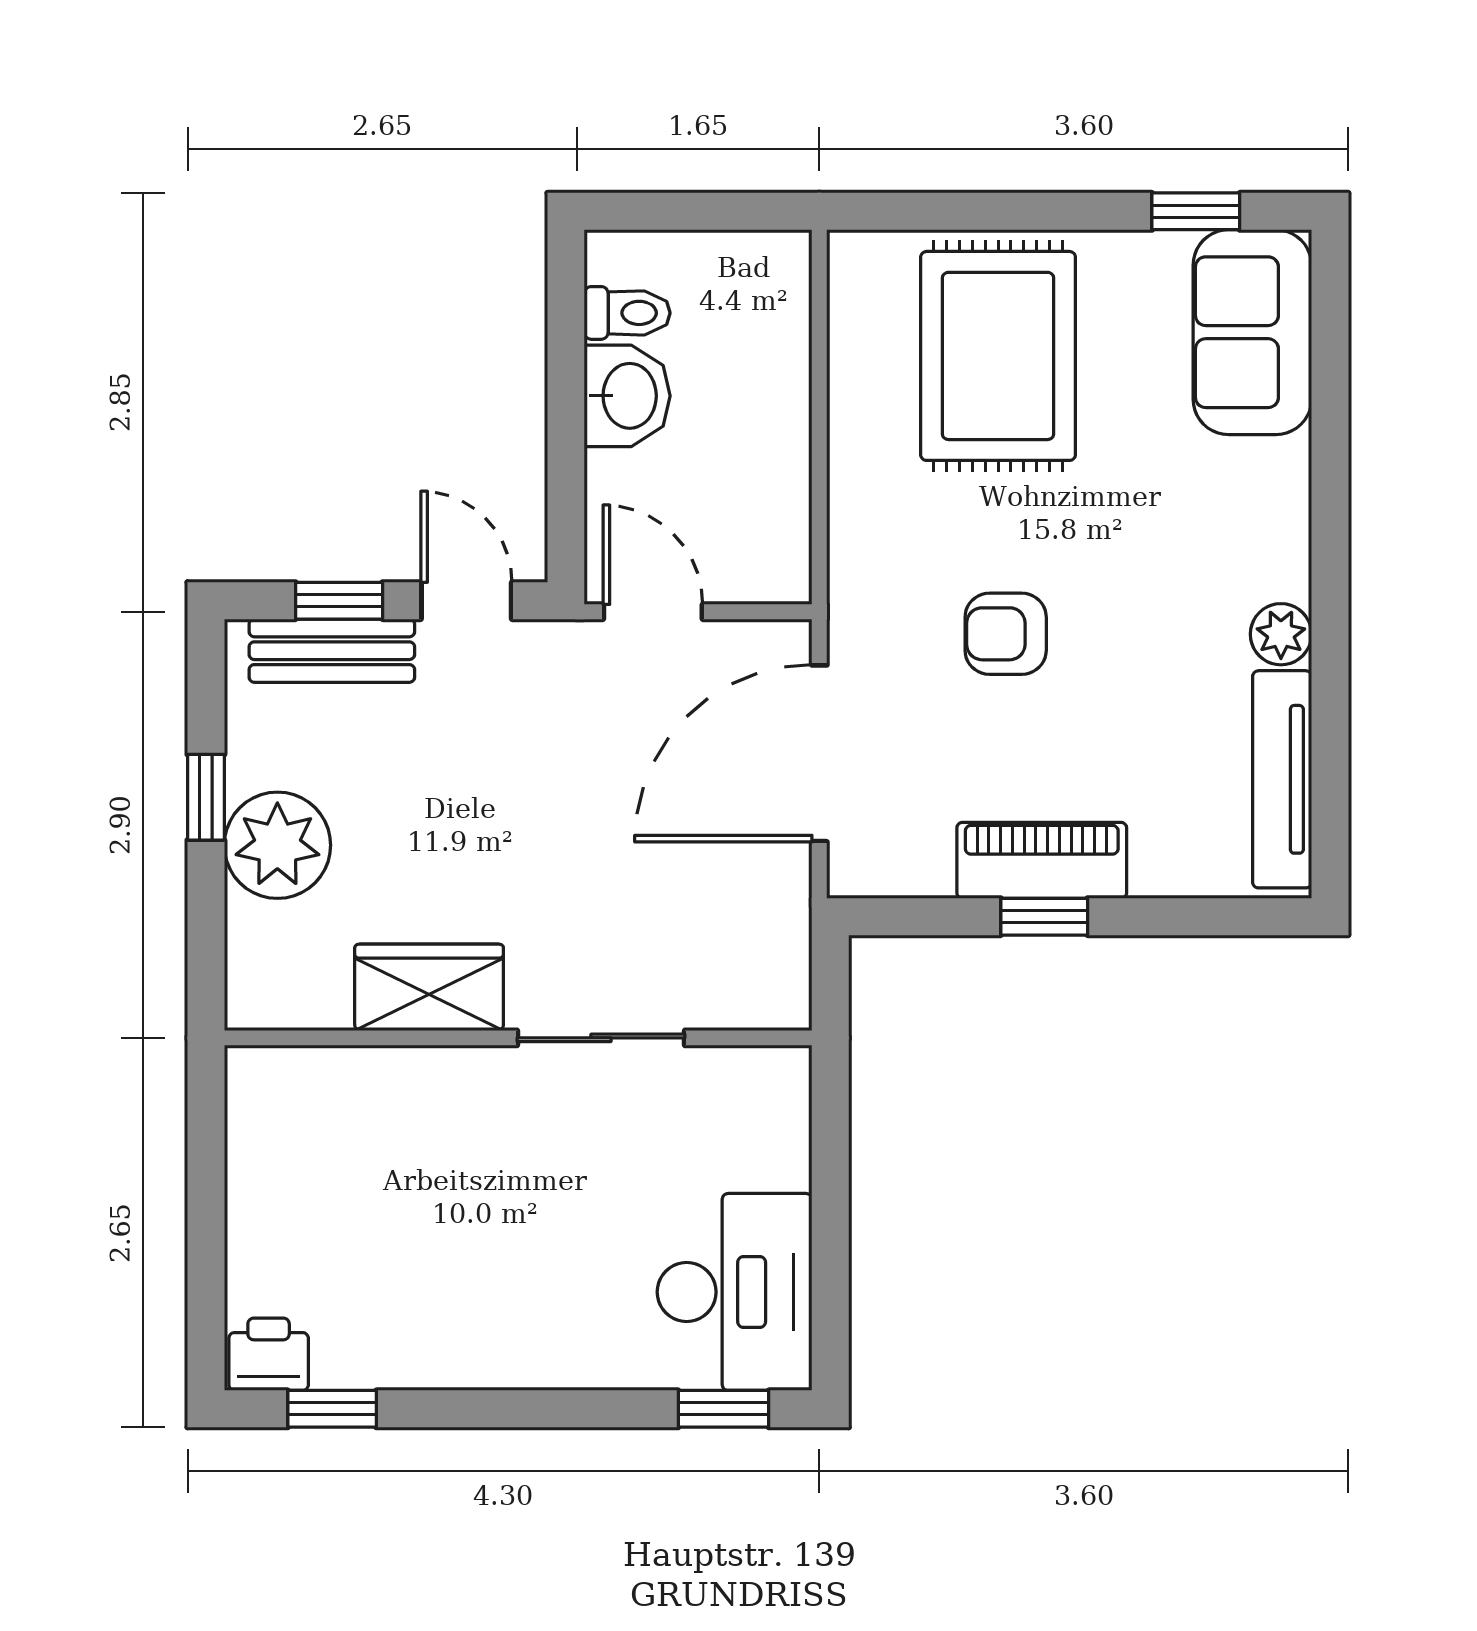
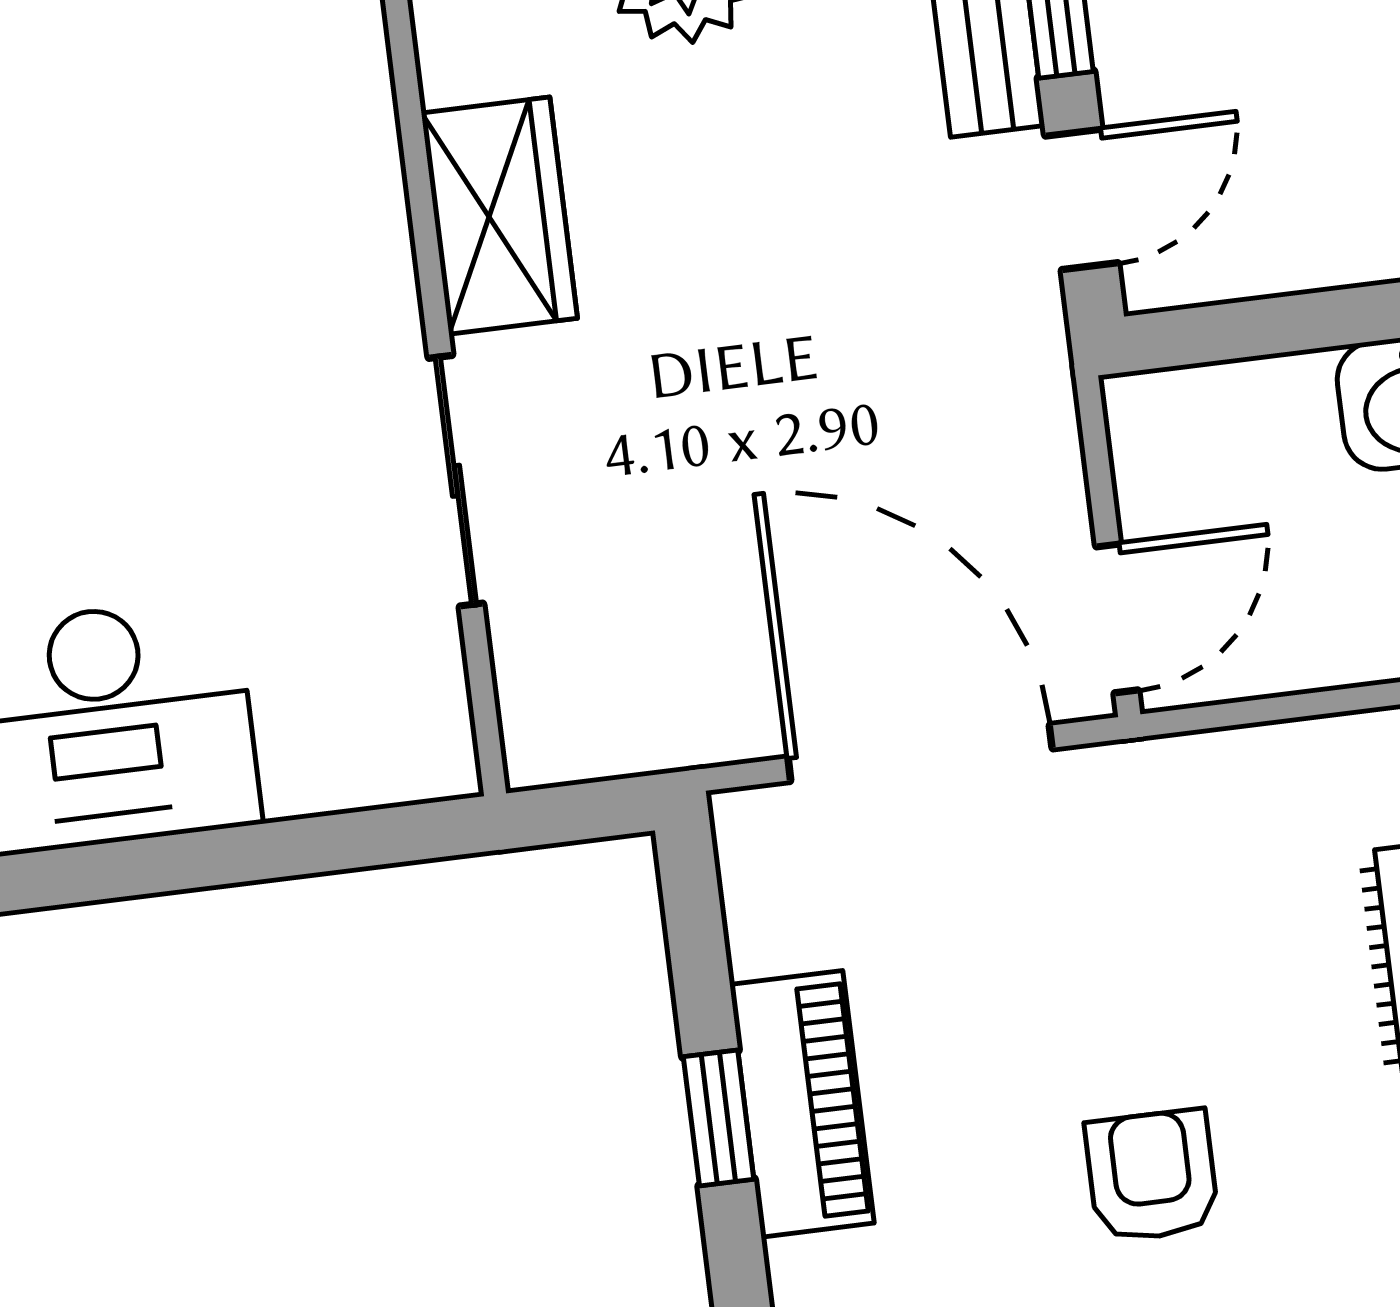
door: (653, 612) -> (1117, 618), moved
armchair: (1006, 634) -> (1152, 1176), moved

